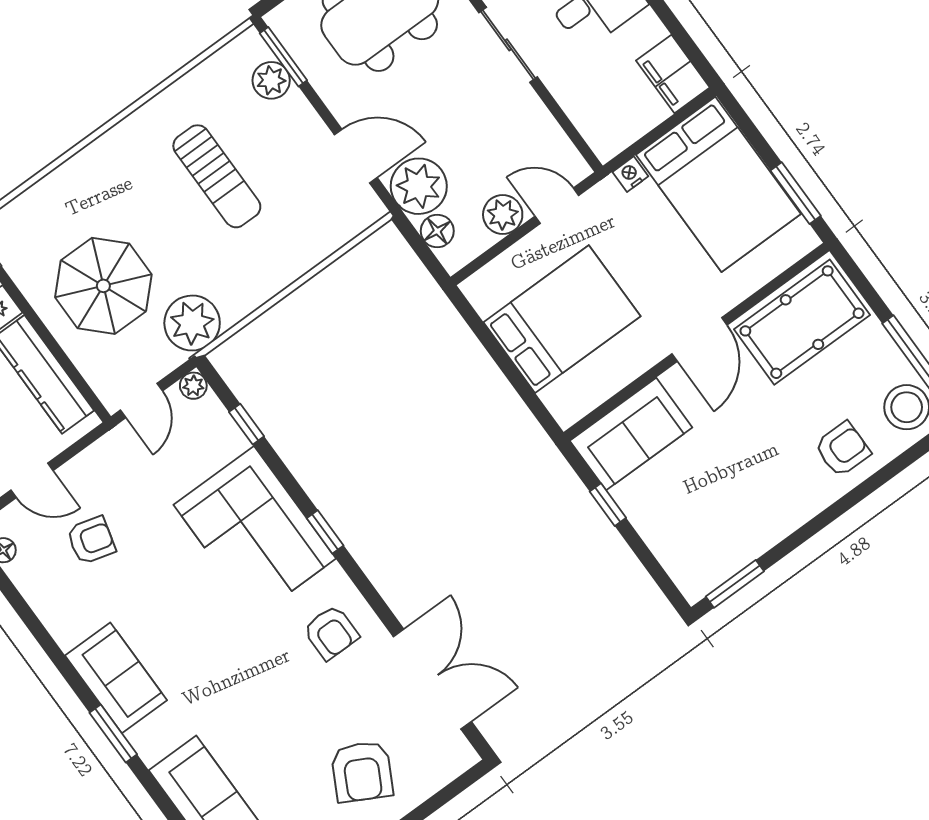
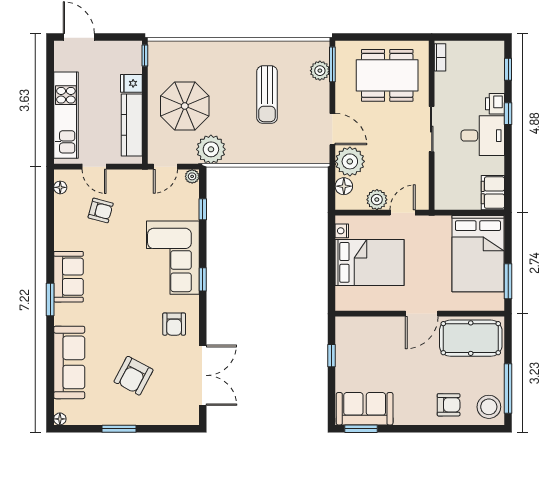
nightstand: (630, 174) -> (342, 231), moved, turned -90
door: (557, 206) -> (403, 213), hinge flipped
sofa: (631, 434) -> (365, 409), moved, turned 180
armchair: (362, 772) -> (134, 376), moved

